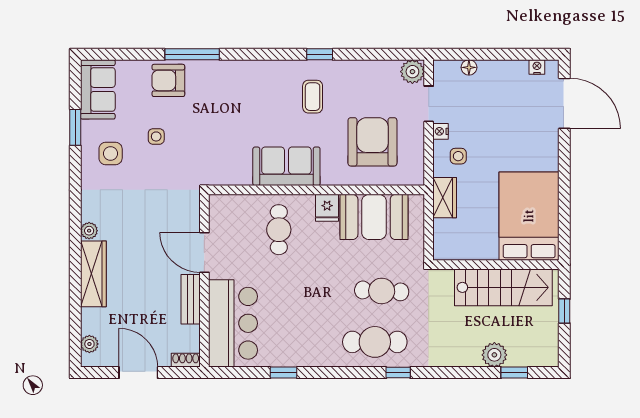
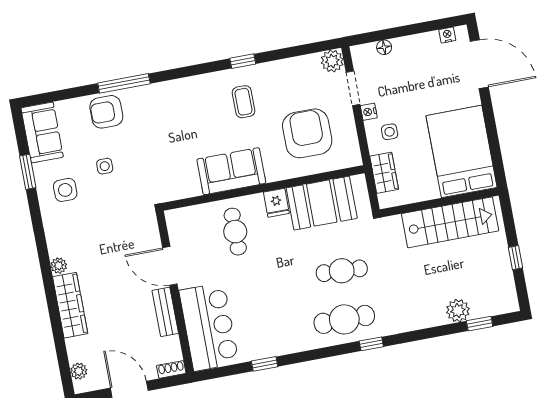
bed: (529, 216) -> (462, 151), moved
wall: (496, 265) -> (439, 202), moved
stairs: (503, 287) -> (450, 222), moved

